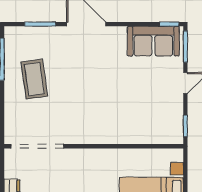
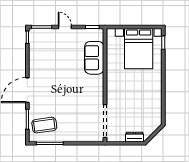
sofa: (153, 41) -> (94, 58), moved, turned 180
coffee table: (34, 79) -> (44, 125), moved

